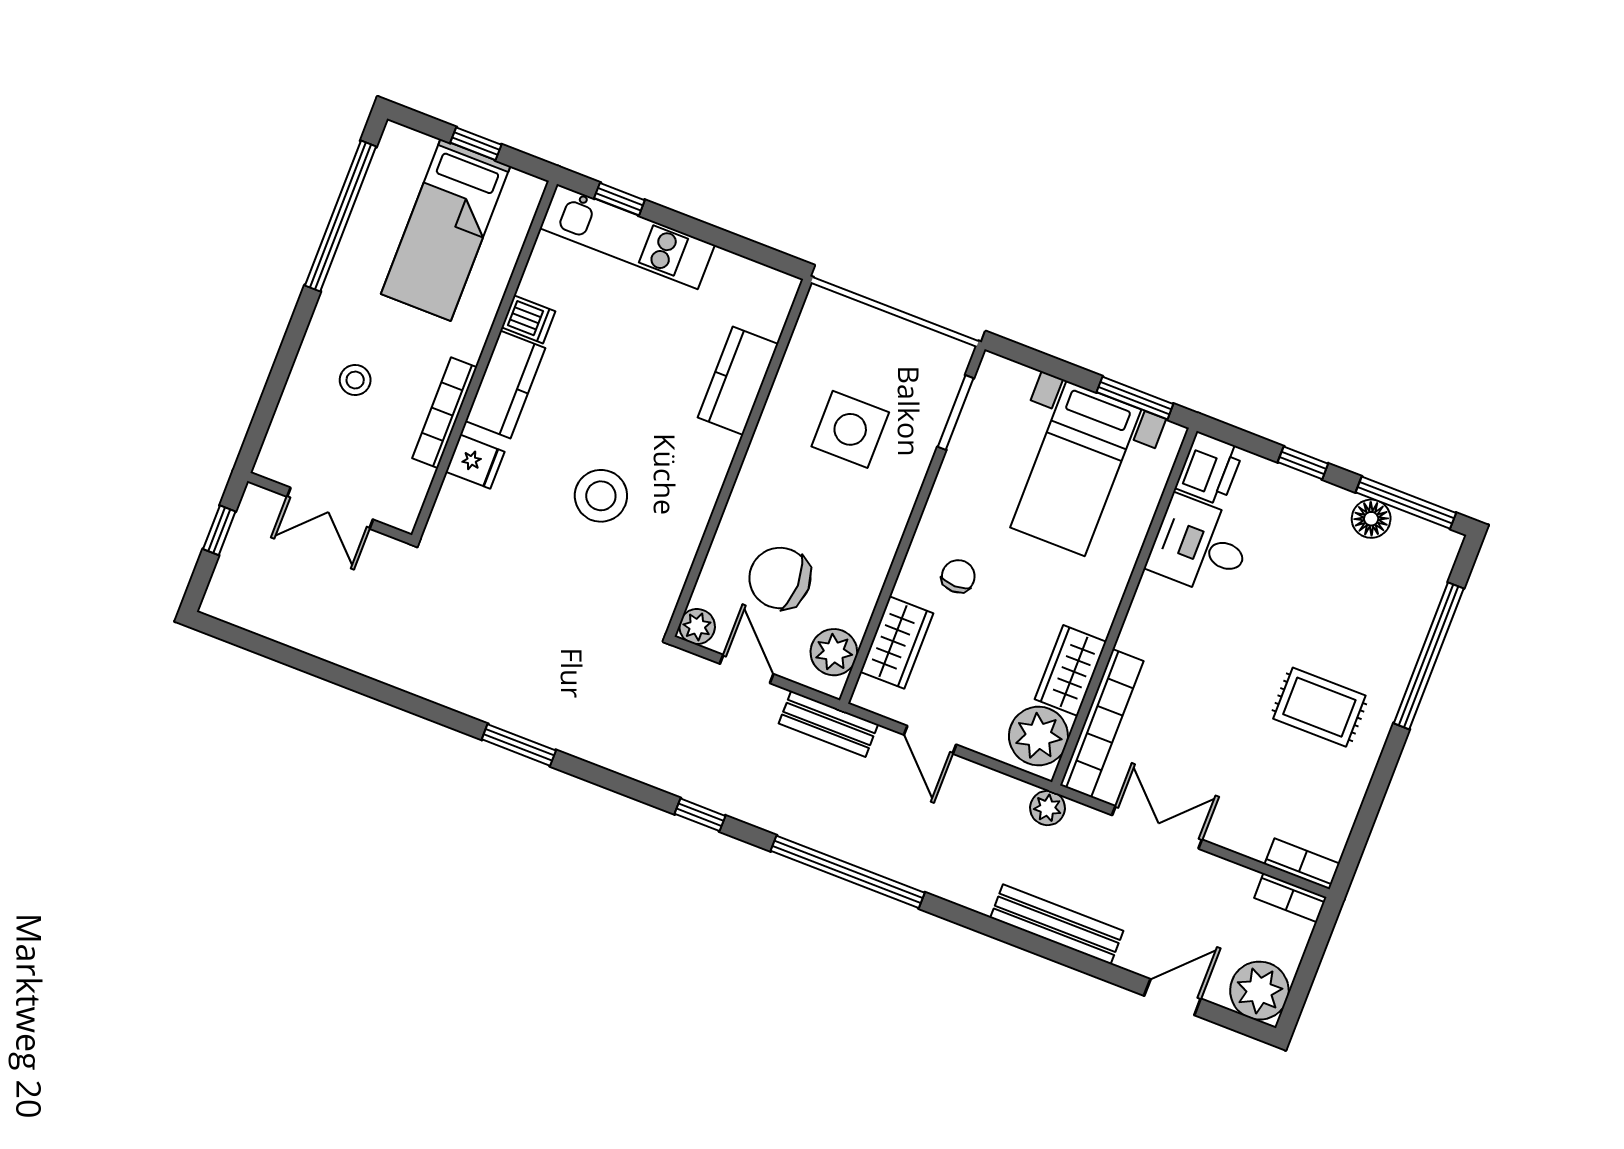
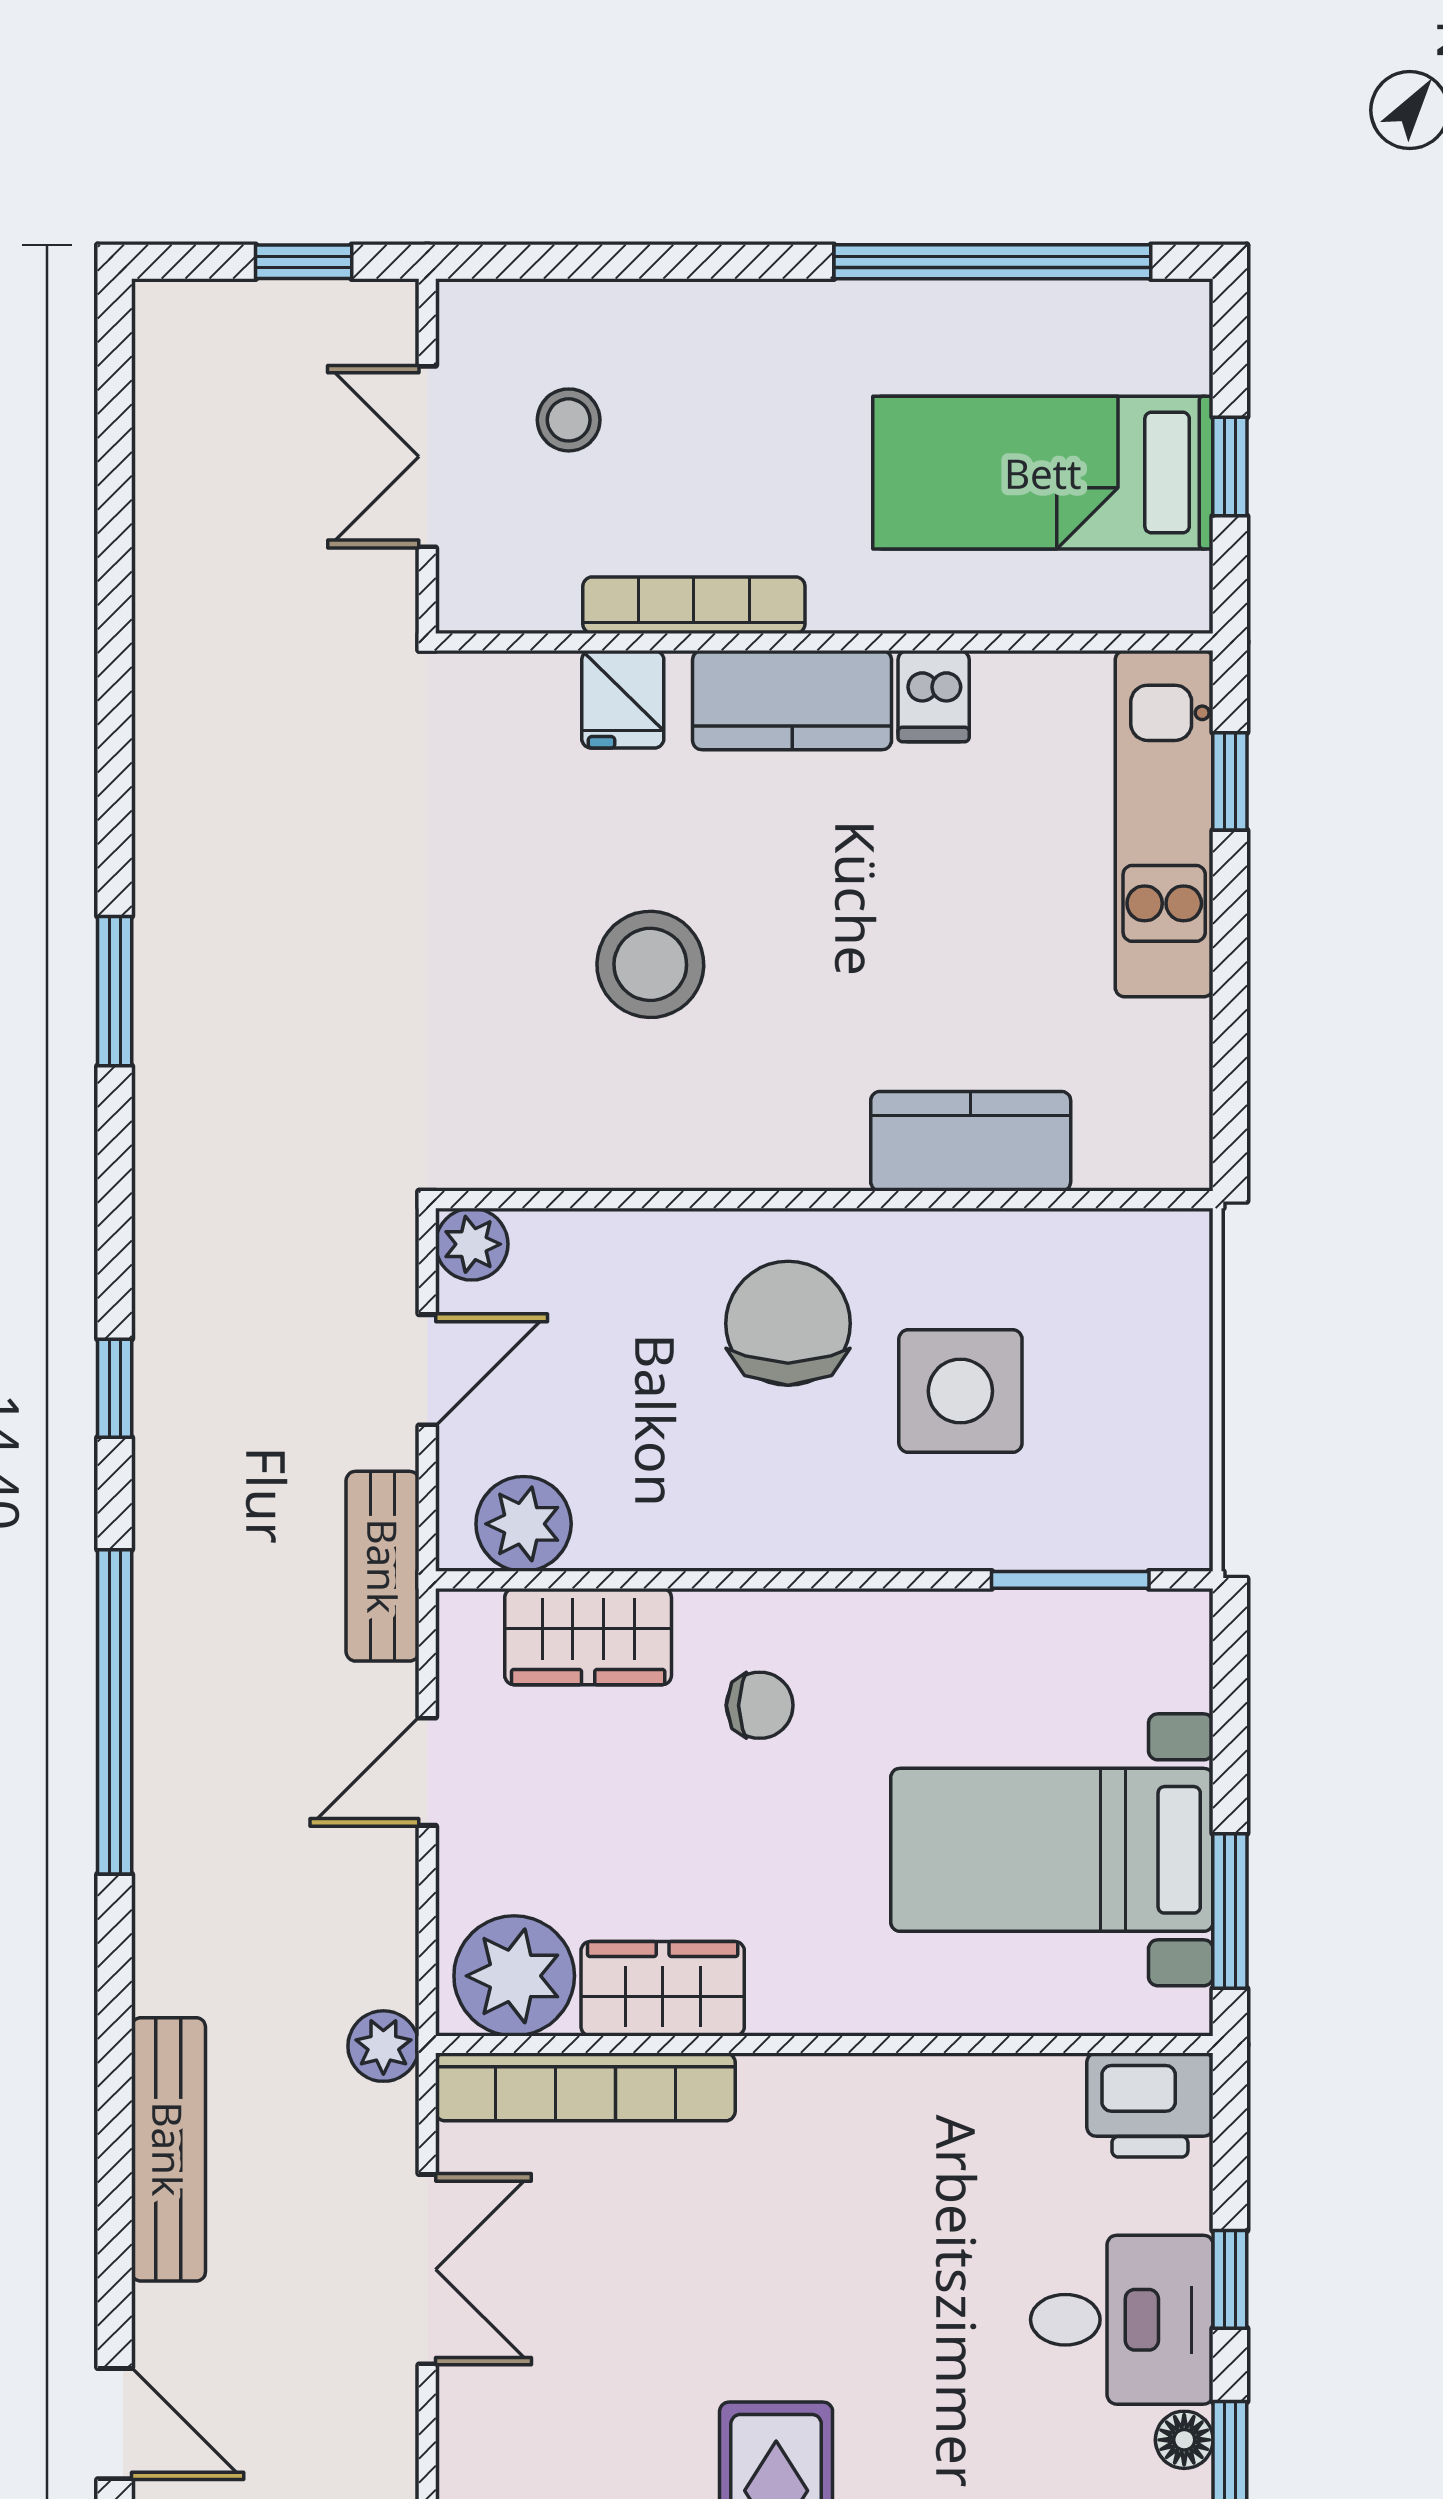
stool: (355, 380) -> (569, 420), moved
floor lamp: (1371, 519) -> (1184, 2440), width x0.73, depth x0.73
desk: (1200, 546) -> (1122, 2320), moved, turned 90
chair: (780, 578) -> (788, 1323), moved

